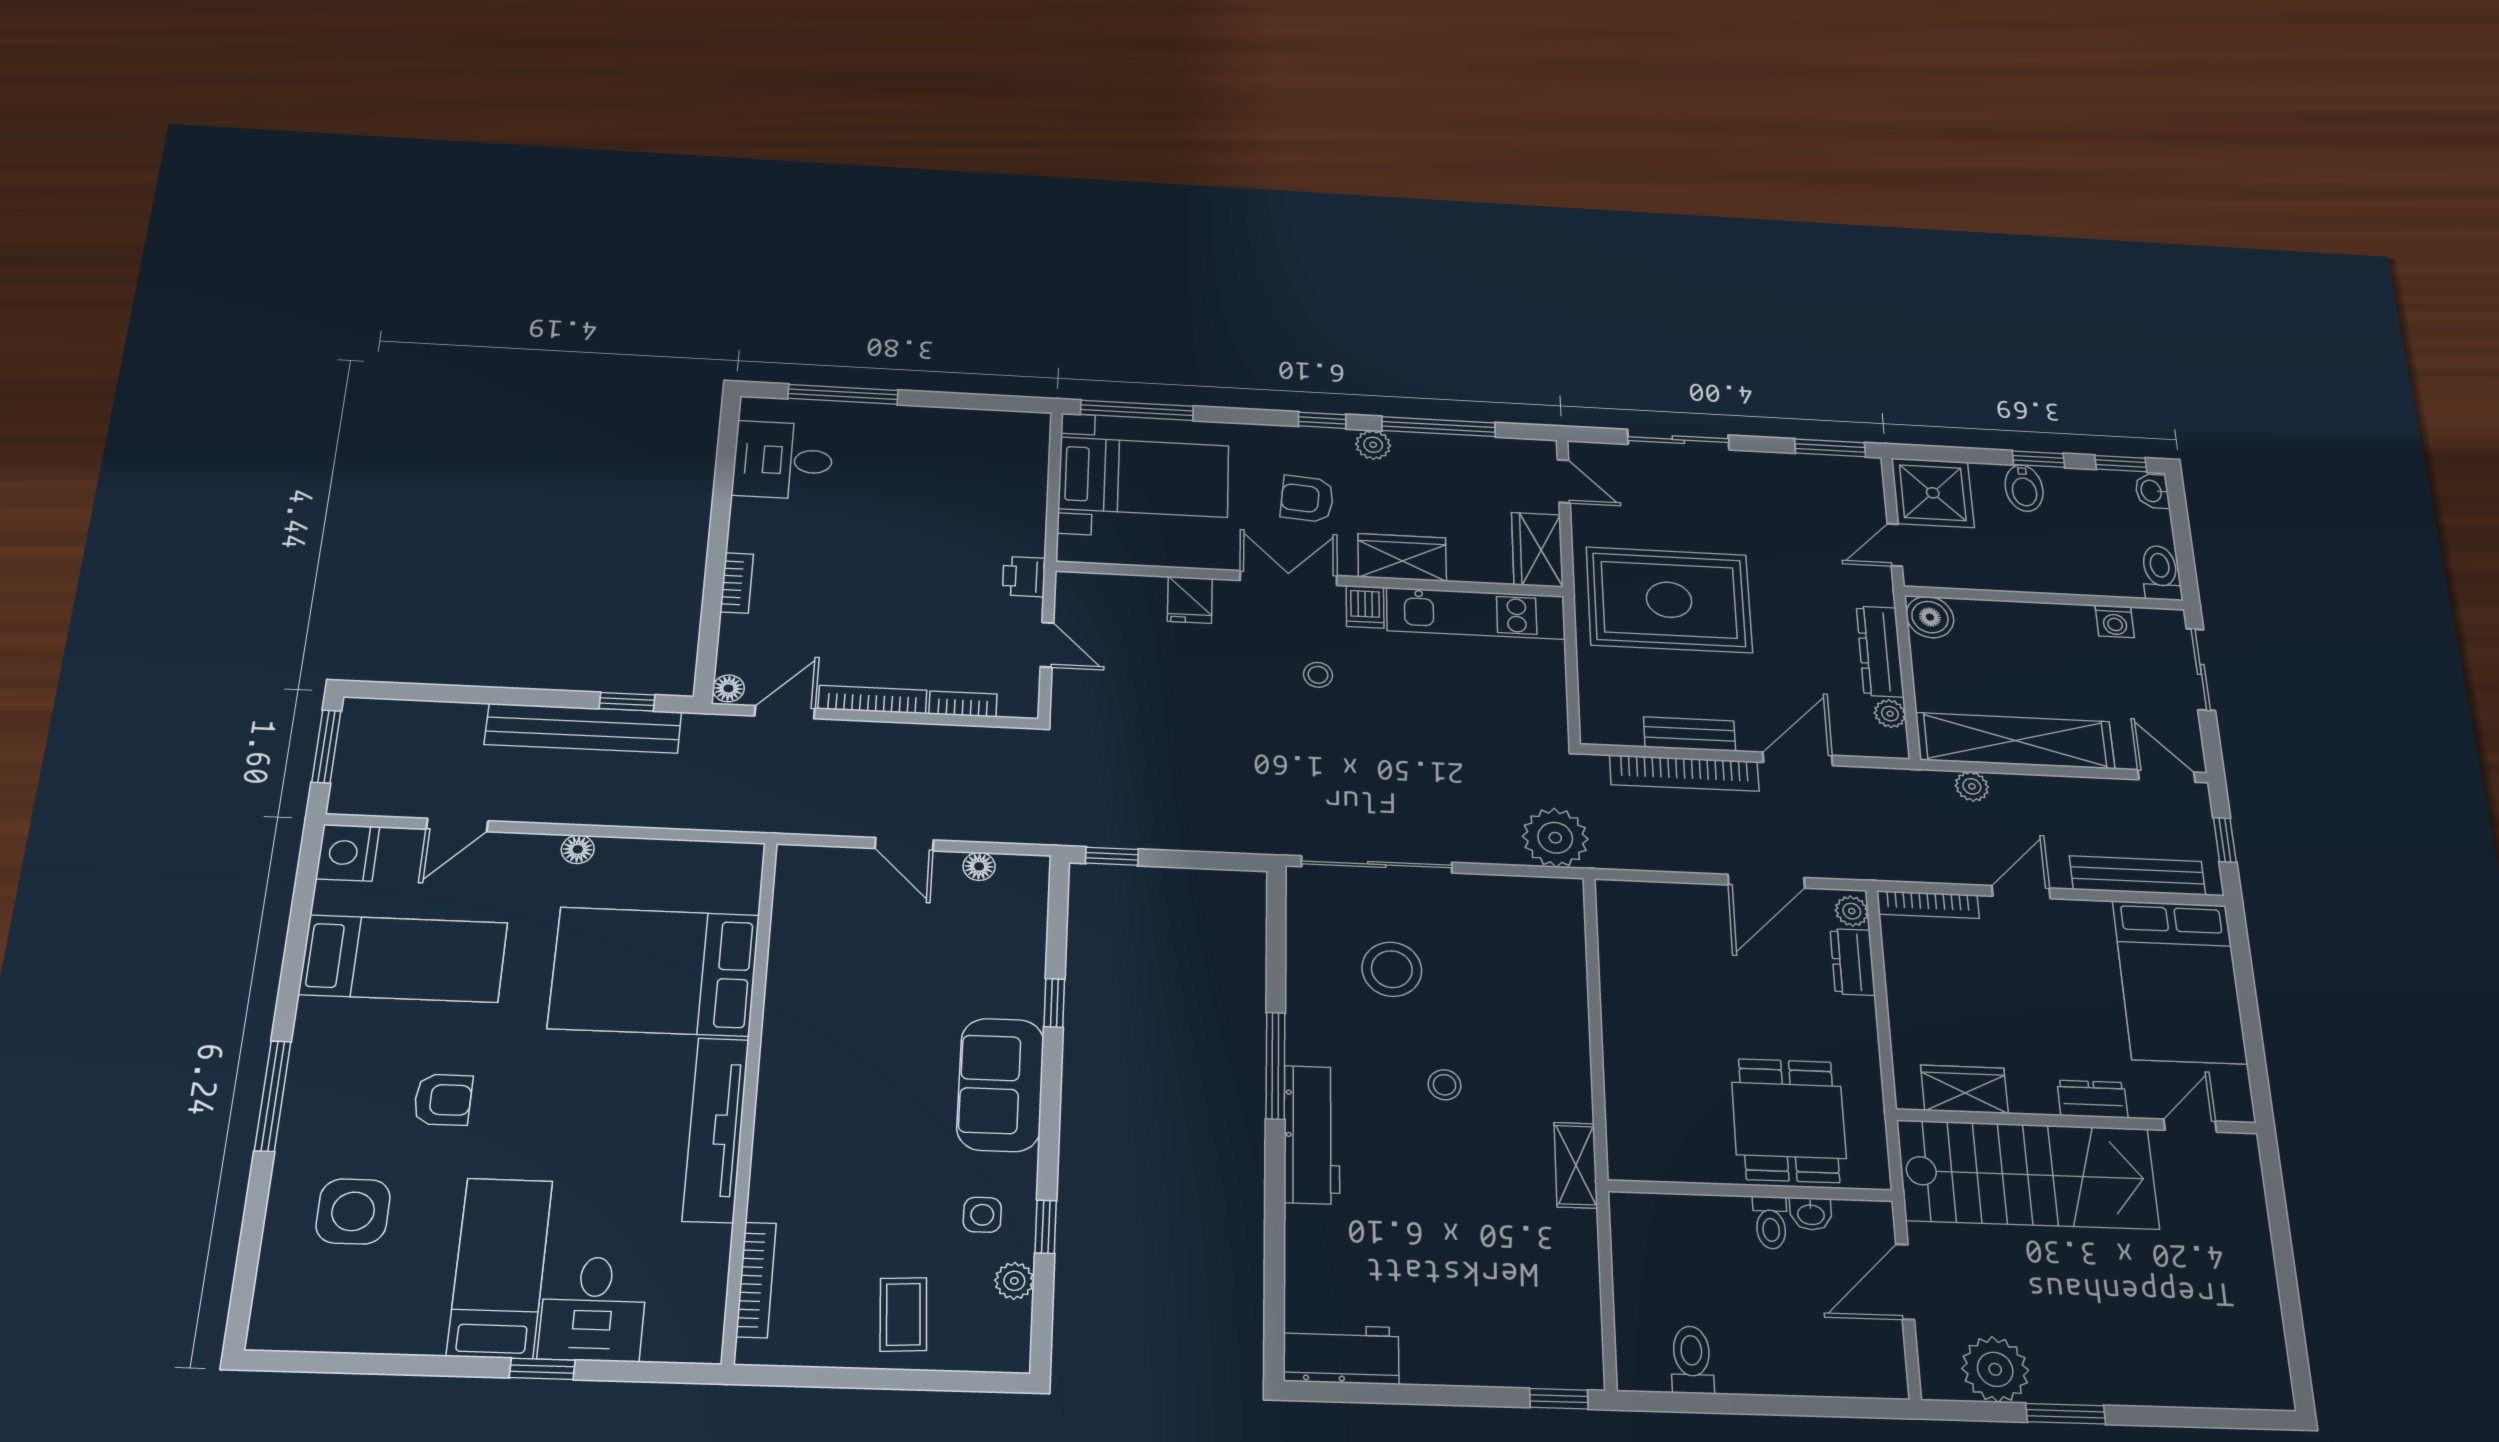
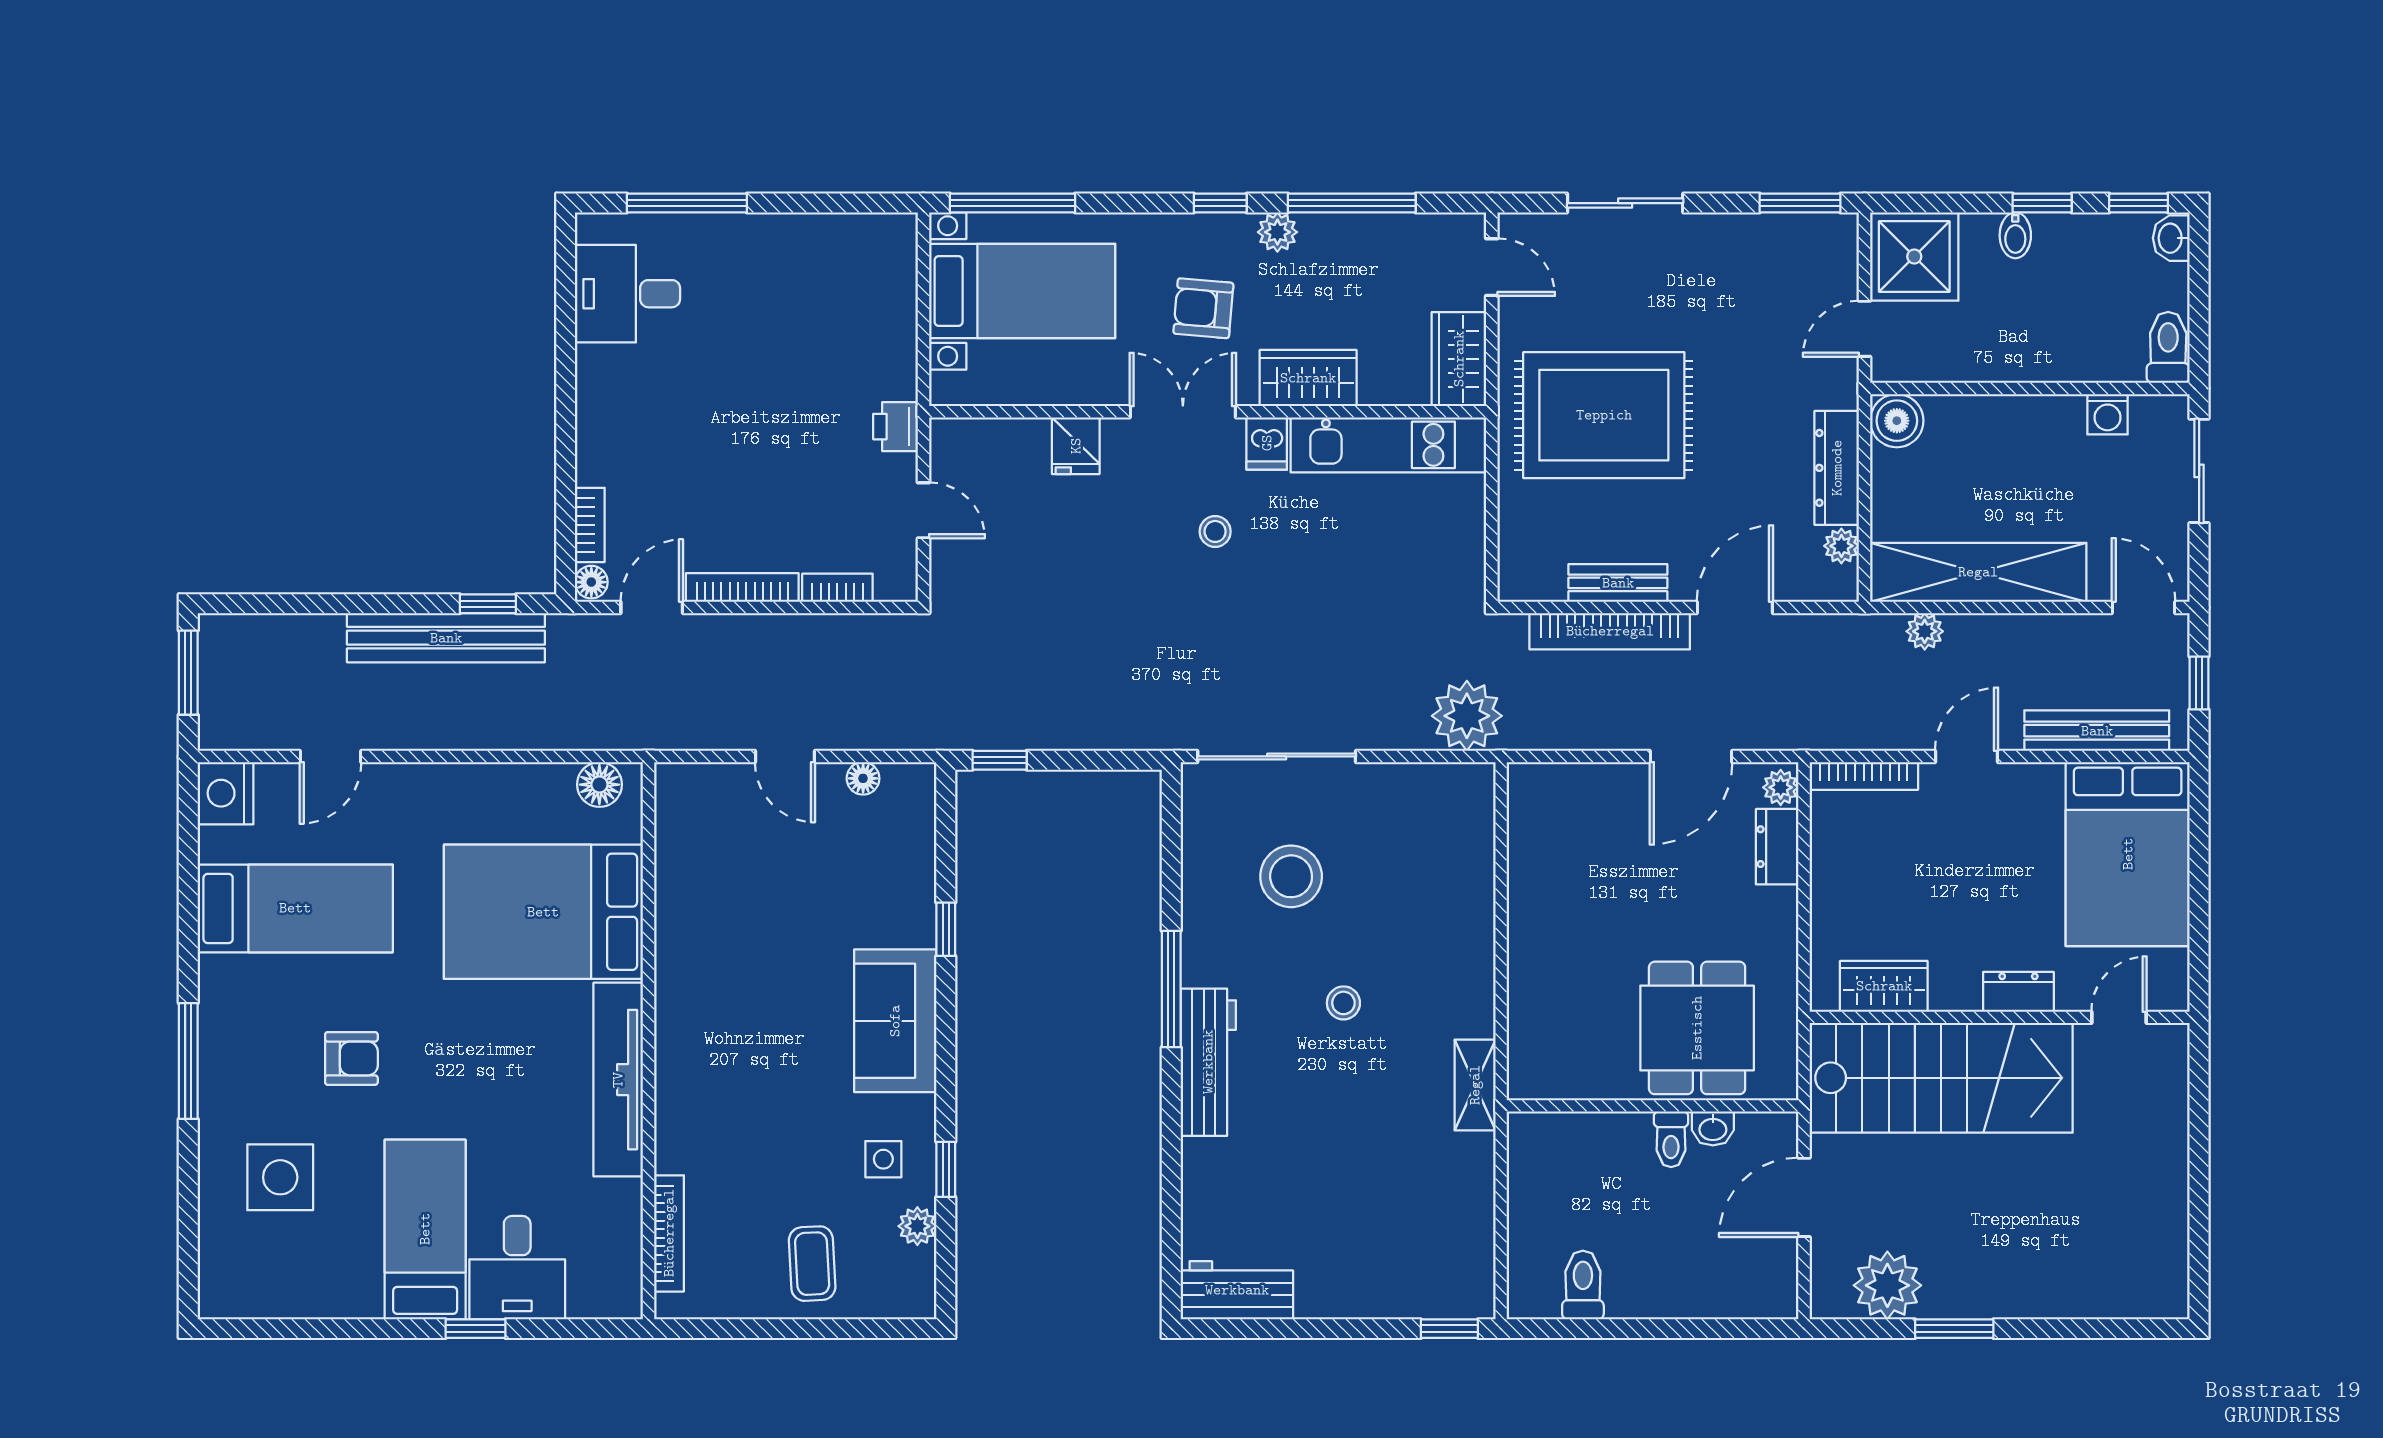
bidet: (2024, 488) -> (2015, 235), width x0.72, depth x0.74
bookcase: (737, 583) -> (590, 525), moved
floor lamp: (578, 849) -> (599, 785), moved, width x1.37, depth x1.37

